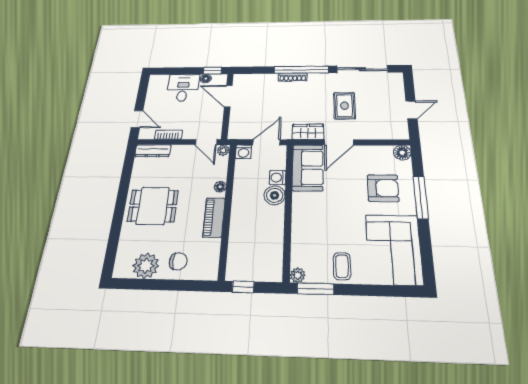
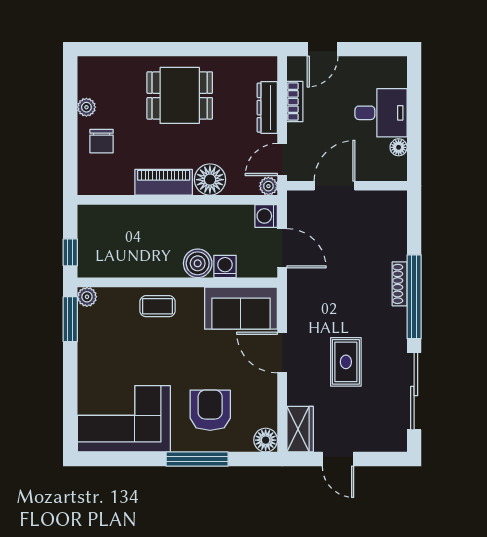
window: (212, 71) -> (414, 156), removed
door: (228, 96) -> (335, 186), moved
rug: (344, 106) -> (346, 362), turned 90
wardrobe: (308, 132) -> (300, 429), moved
dresser: (153, 151) -> (267, 108), moved
floor lamp: (220, 187) -> (210, 180), width x1.89, depth x1.89
armchair: (383, 188) -> (210, 410), turned 180
dining table: (153, 206) -> (180, 95), turned 90
plant: (146, 266) -> (86, 107), width x0.53, depth x0.53
coffee table: (342, 266) -> (158, 306), moved
window: (243, 287) -> (70, 252), moved

